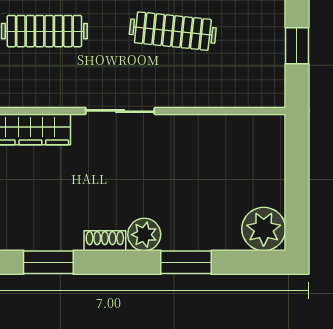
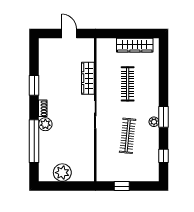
plant: (264, 229) -> (62, 173), moved
window: (186, 262) -> (34, 141), width x2.11

